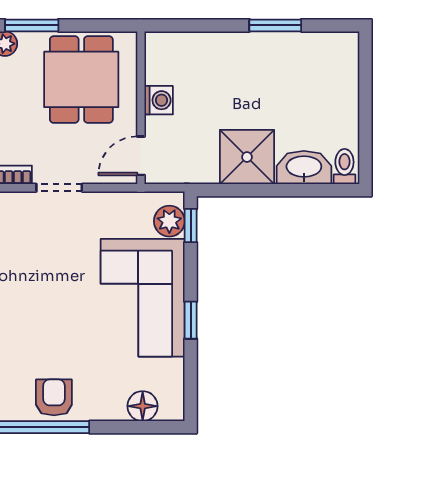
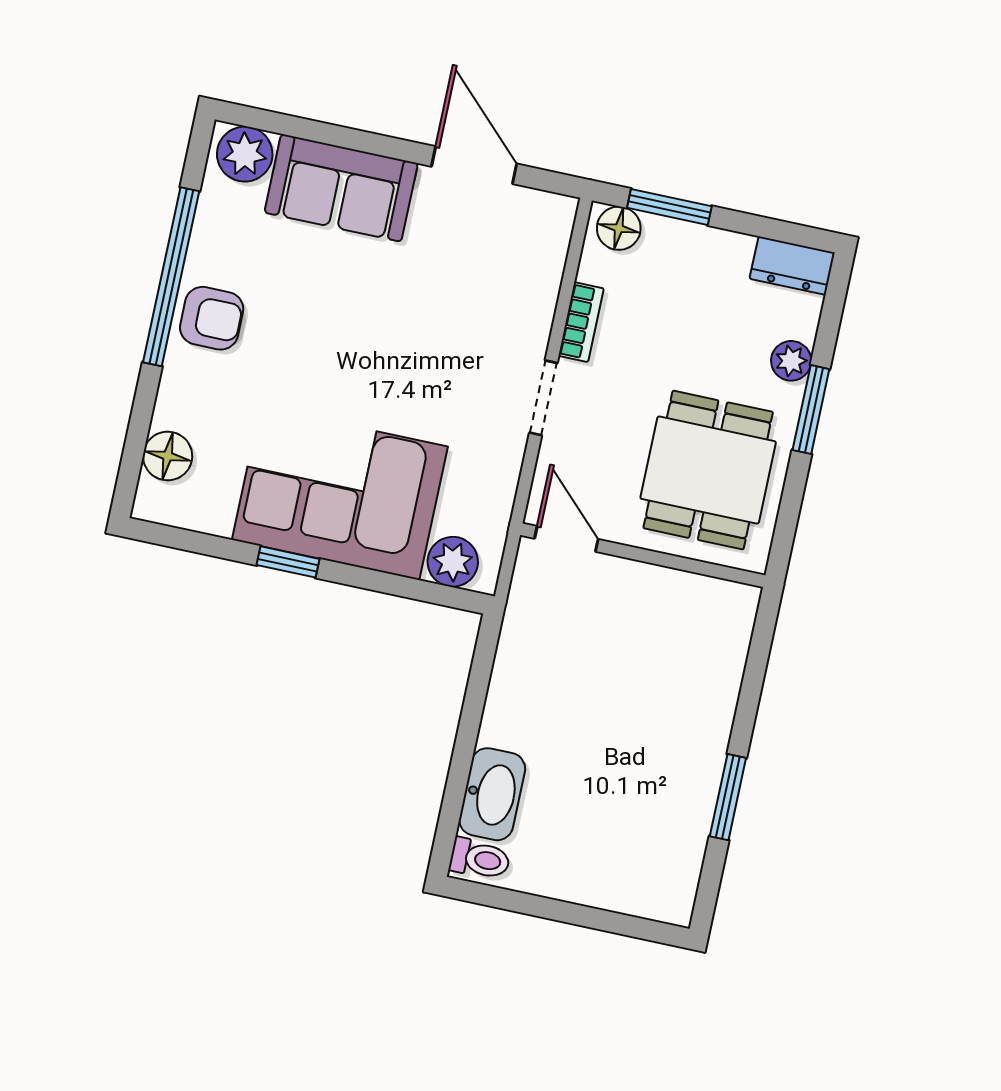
dining table: (81, 79) -> (708, 470), turned 90
washing machine: (159, 100) -> (649, 586), removed
shower: (247, 157) -> (528, 707), removed
window: (191, 226) -> (438, 594), removed

